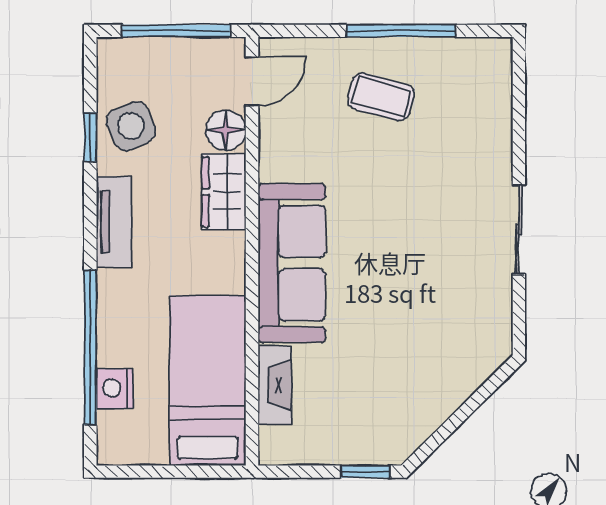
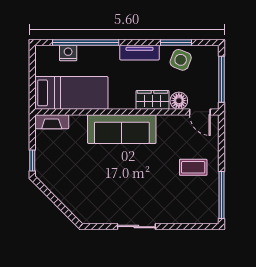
window: (401, 31) -> (222, 195), moved
coffee table: (381, 97) -> (193, 167), turned 75
side table: (131, 126) -> (181, 60), turned 45
window: (90, 137) -> (176, 42), width x1.50
fireplace: (275, 385) -> (52, 122), moved

